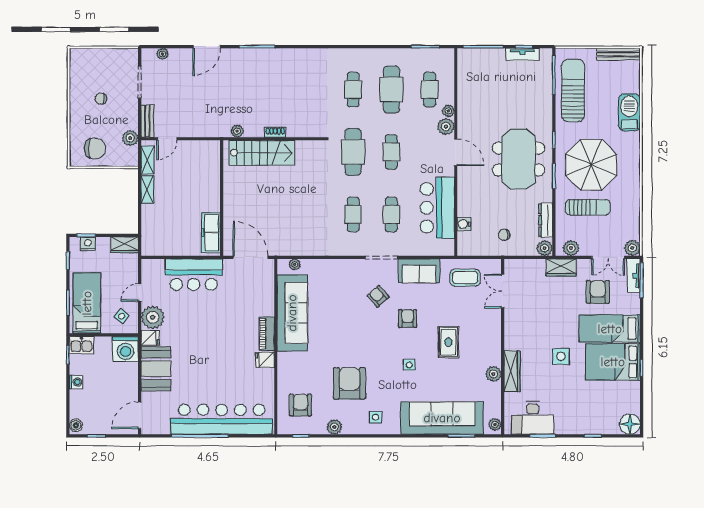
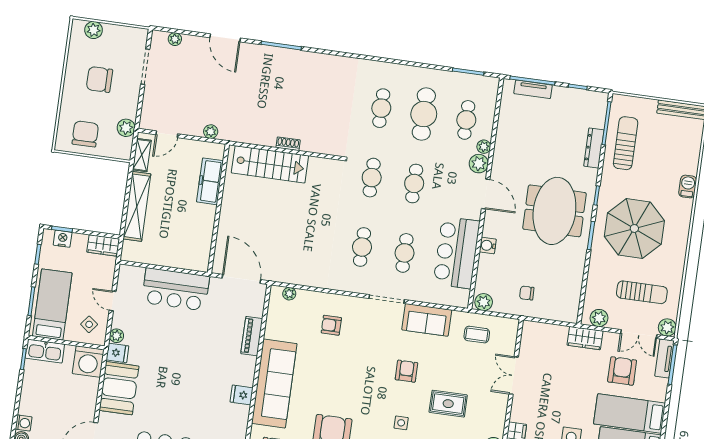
door: (207, 47) -> (225, 38), hinge flipped
tv unit: (522, 54) -> (533, 89), moved
plant: (90, 56) -> (94, 30), added
sun lounger: (573, 90) -> (626, 143), width x0.73, depth x0.75
chair: (101, 99) -> (99, 79), width x1.87, depth x1.87
barbecue: (629, 112) -> (688, 187), width x0.53, depth x0.65
bench: (147, 121) -> (148, 112), removed
plant: (237, 131) -> (211, 132), moved
chair: (95, 148) -> (85, 134), turned -90
cafe table: (353, 152) -> (372, 178), width x0.73, depth x0.74
shelving: (147, 190) -> (137, 206), width x2.20, depth x1.33
sun lounger: (588, 207) -> (642, 292), moved
dresser: (546, 220) -> (594, 148), moved
water cooler: (464, 224) -> (488, 245), moved
freezer: (211, 233) -> (210, 181), moved
plant: (545, 248) -> (484, 302), moved
coffee table: (465, 278) -> (477, 335), width x0.73, depth x0.77
double door: (503, 291) -> (514, 376), moved
door: (140, 292) -> (113, 301), hinge flipped
armchair: (378, 296) -> (331, 325), moved, turned -49
sofa: (292, 313) -> (274, 383), moved
plant: (153, 317) -> (117, 336), width x0.53, depth x0.53
piano: (267, 334) -> (252, 336), moved
rug: (448, 342) -> (448, 404), turned 90
kitchen sink: (81, 345) -> (45, 351), width x1.38
washing machine: (76, 382) -> (24, 423), moved

